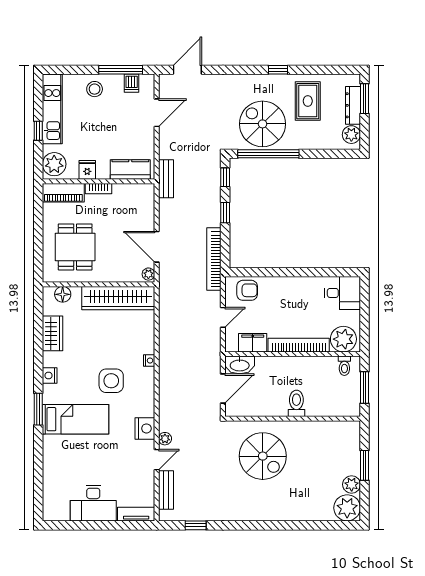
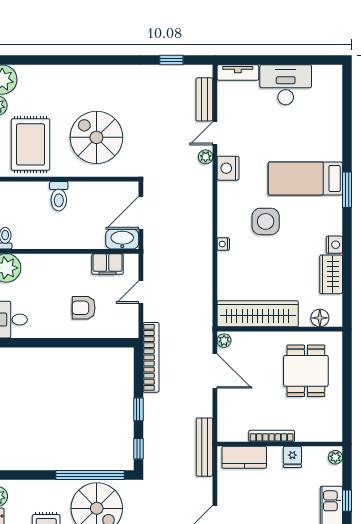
plant: (54, 164) -> (335, 457), width x0.53, depth x0.53
bench: (166, 179) -> (204, 447), width x1.36
bookcase: (99, 189) -> (272, 436), width x1.56
piano: (63, 193) -> (319, 431), removed
armchair: (247, 290) -> (84, 308), moved
bookcase: (299, 345) -> (56, 261), removed
nightstand: (50, 376) -> (334, 245), moved
rug: (322, 450) -> (31, 144), added

